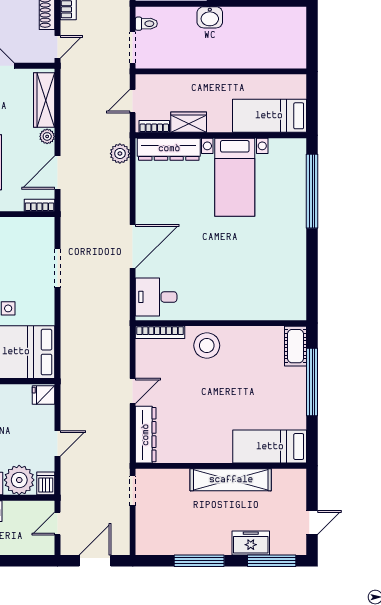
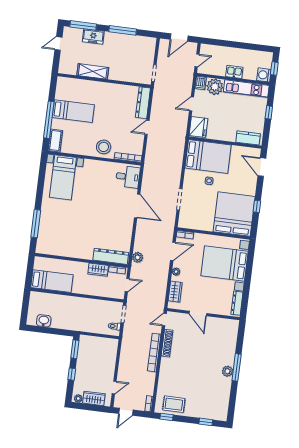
washbasin: (210, 17) -> (44, 321), moved
wardrobe: (44, 100) -> (175, 292), width x0.67
bed: (269, 116) -> (52, 281), moved
bed with nightstands: (235, 177) -> (63, 177), moved, turned 180
window: (312, 191) -> (36, 224), width x0.68
door: (133, 246) -> (137, 206), swing flipped
fridge: (44, 395) -> (198, 127), width x1.88, depth x1.34
bed: (270, 447) -> (73, 111), moved
shelving: (231, 480) -> (93, 71), width x0.68

